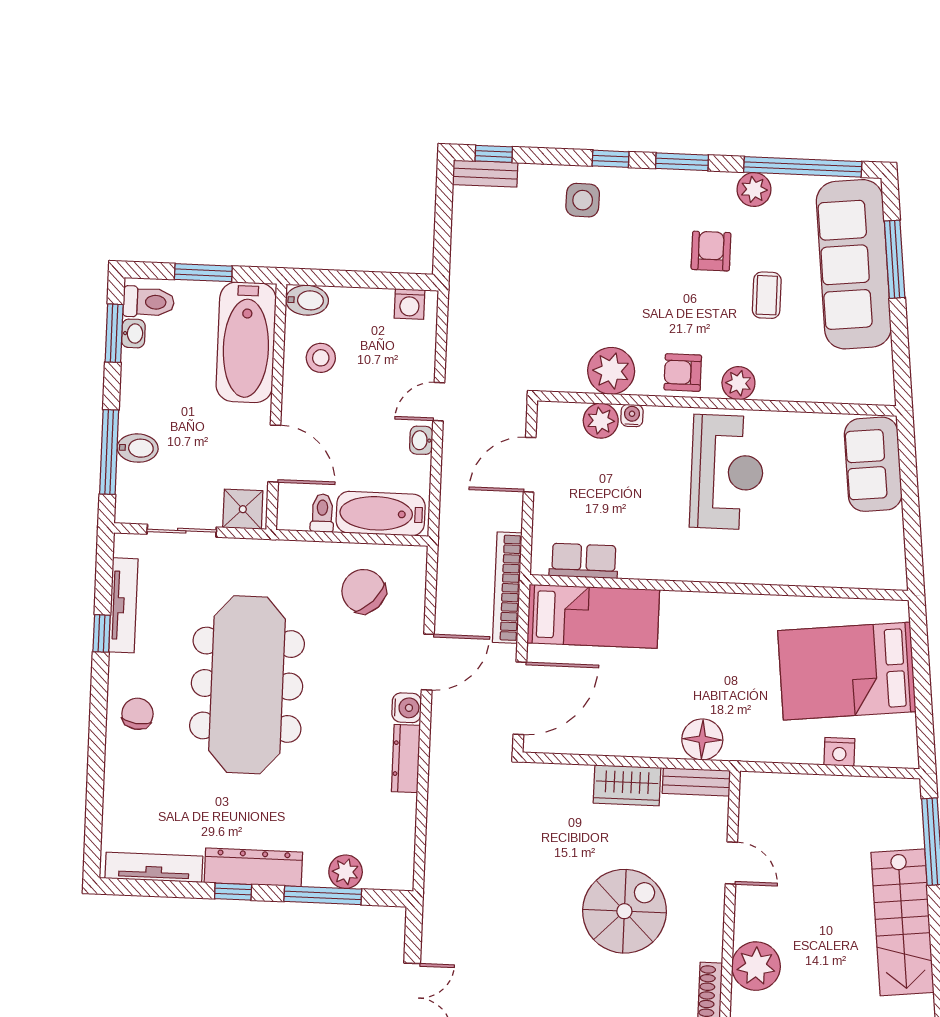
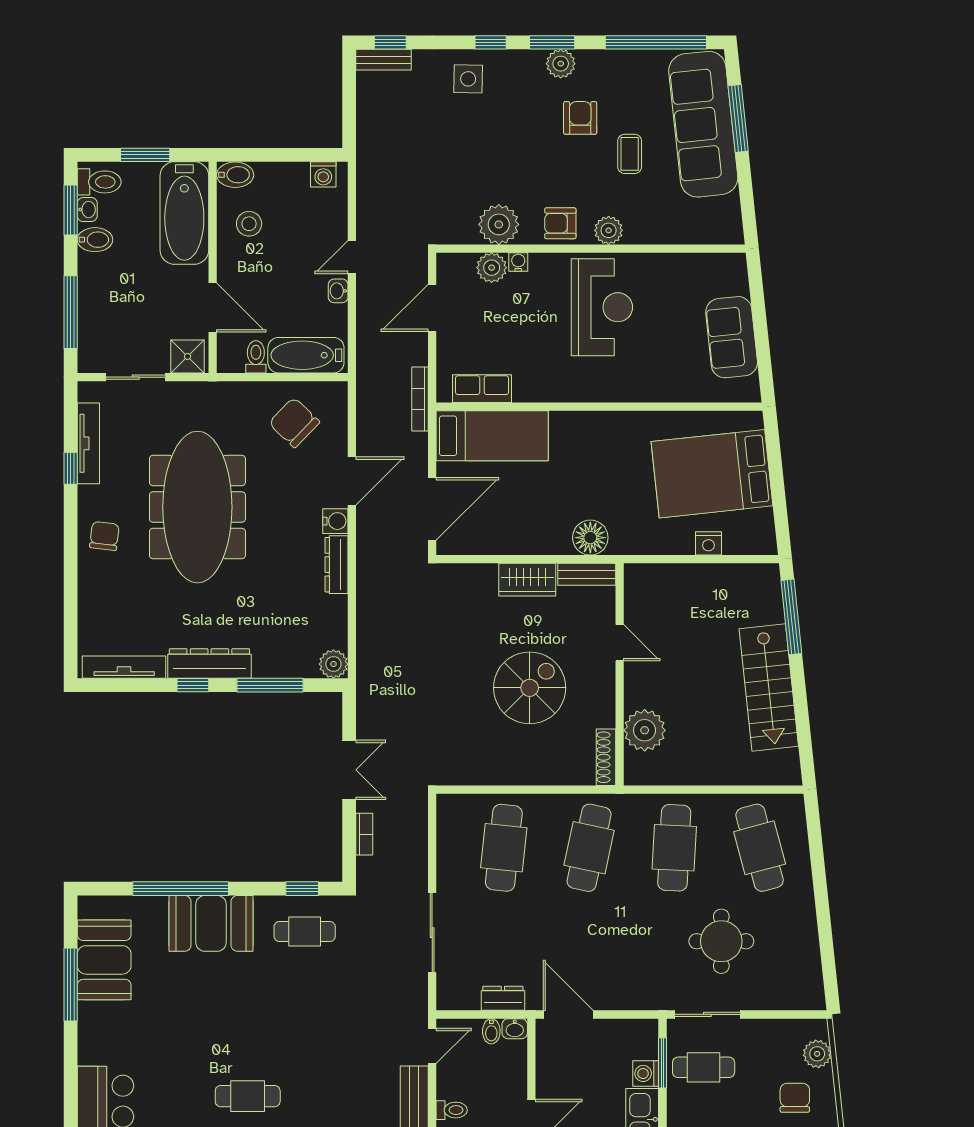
plant: (754, 190) -> (561, 64), moved
bidet: (138, 448) -> (95, 240), moved
sofa: (873, 464) -> (732, 337), moved
bookcase: (507, 588) -> (420, 399), width x0.68, depth x0.76
plant: (346, 872) -> (333, 664), moved

